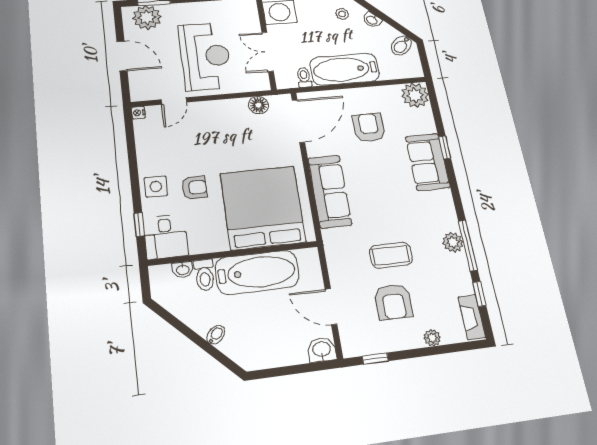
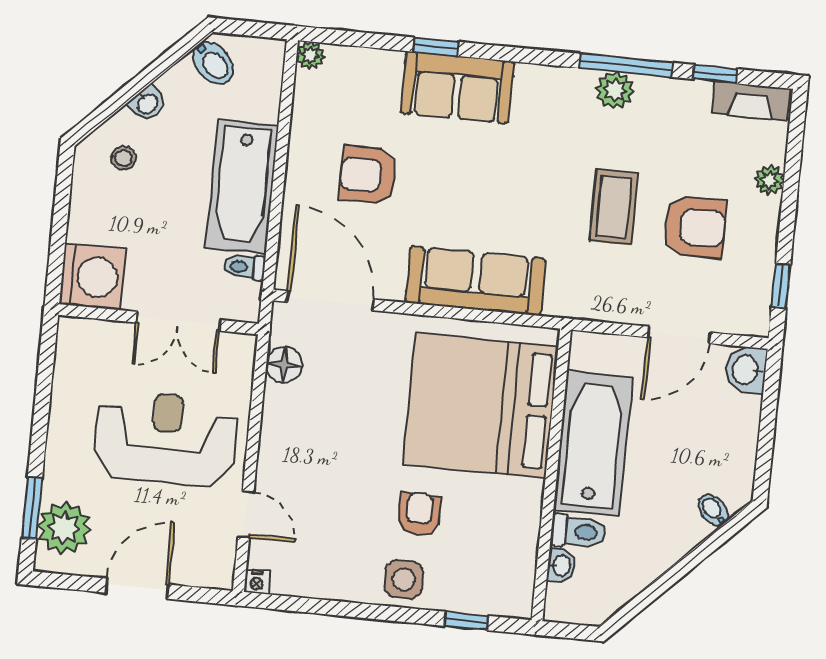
plant: (415, 95) -> (310, 56), width x0.53, depth x0.53
desk: (166, 237) -> (497, 582), removed
bidet: (216, 335) -> (713, 510), moved

